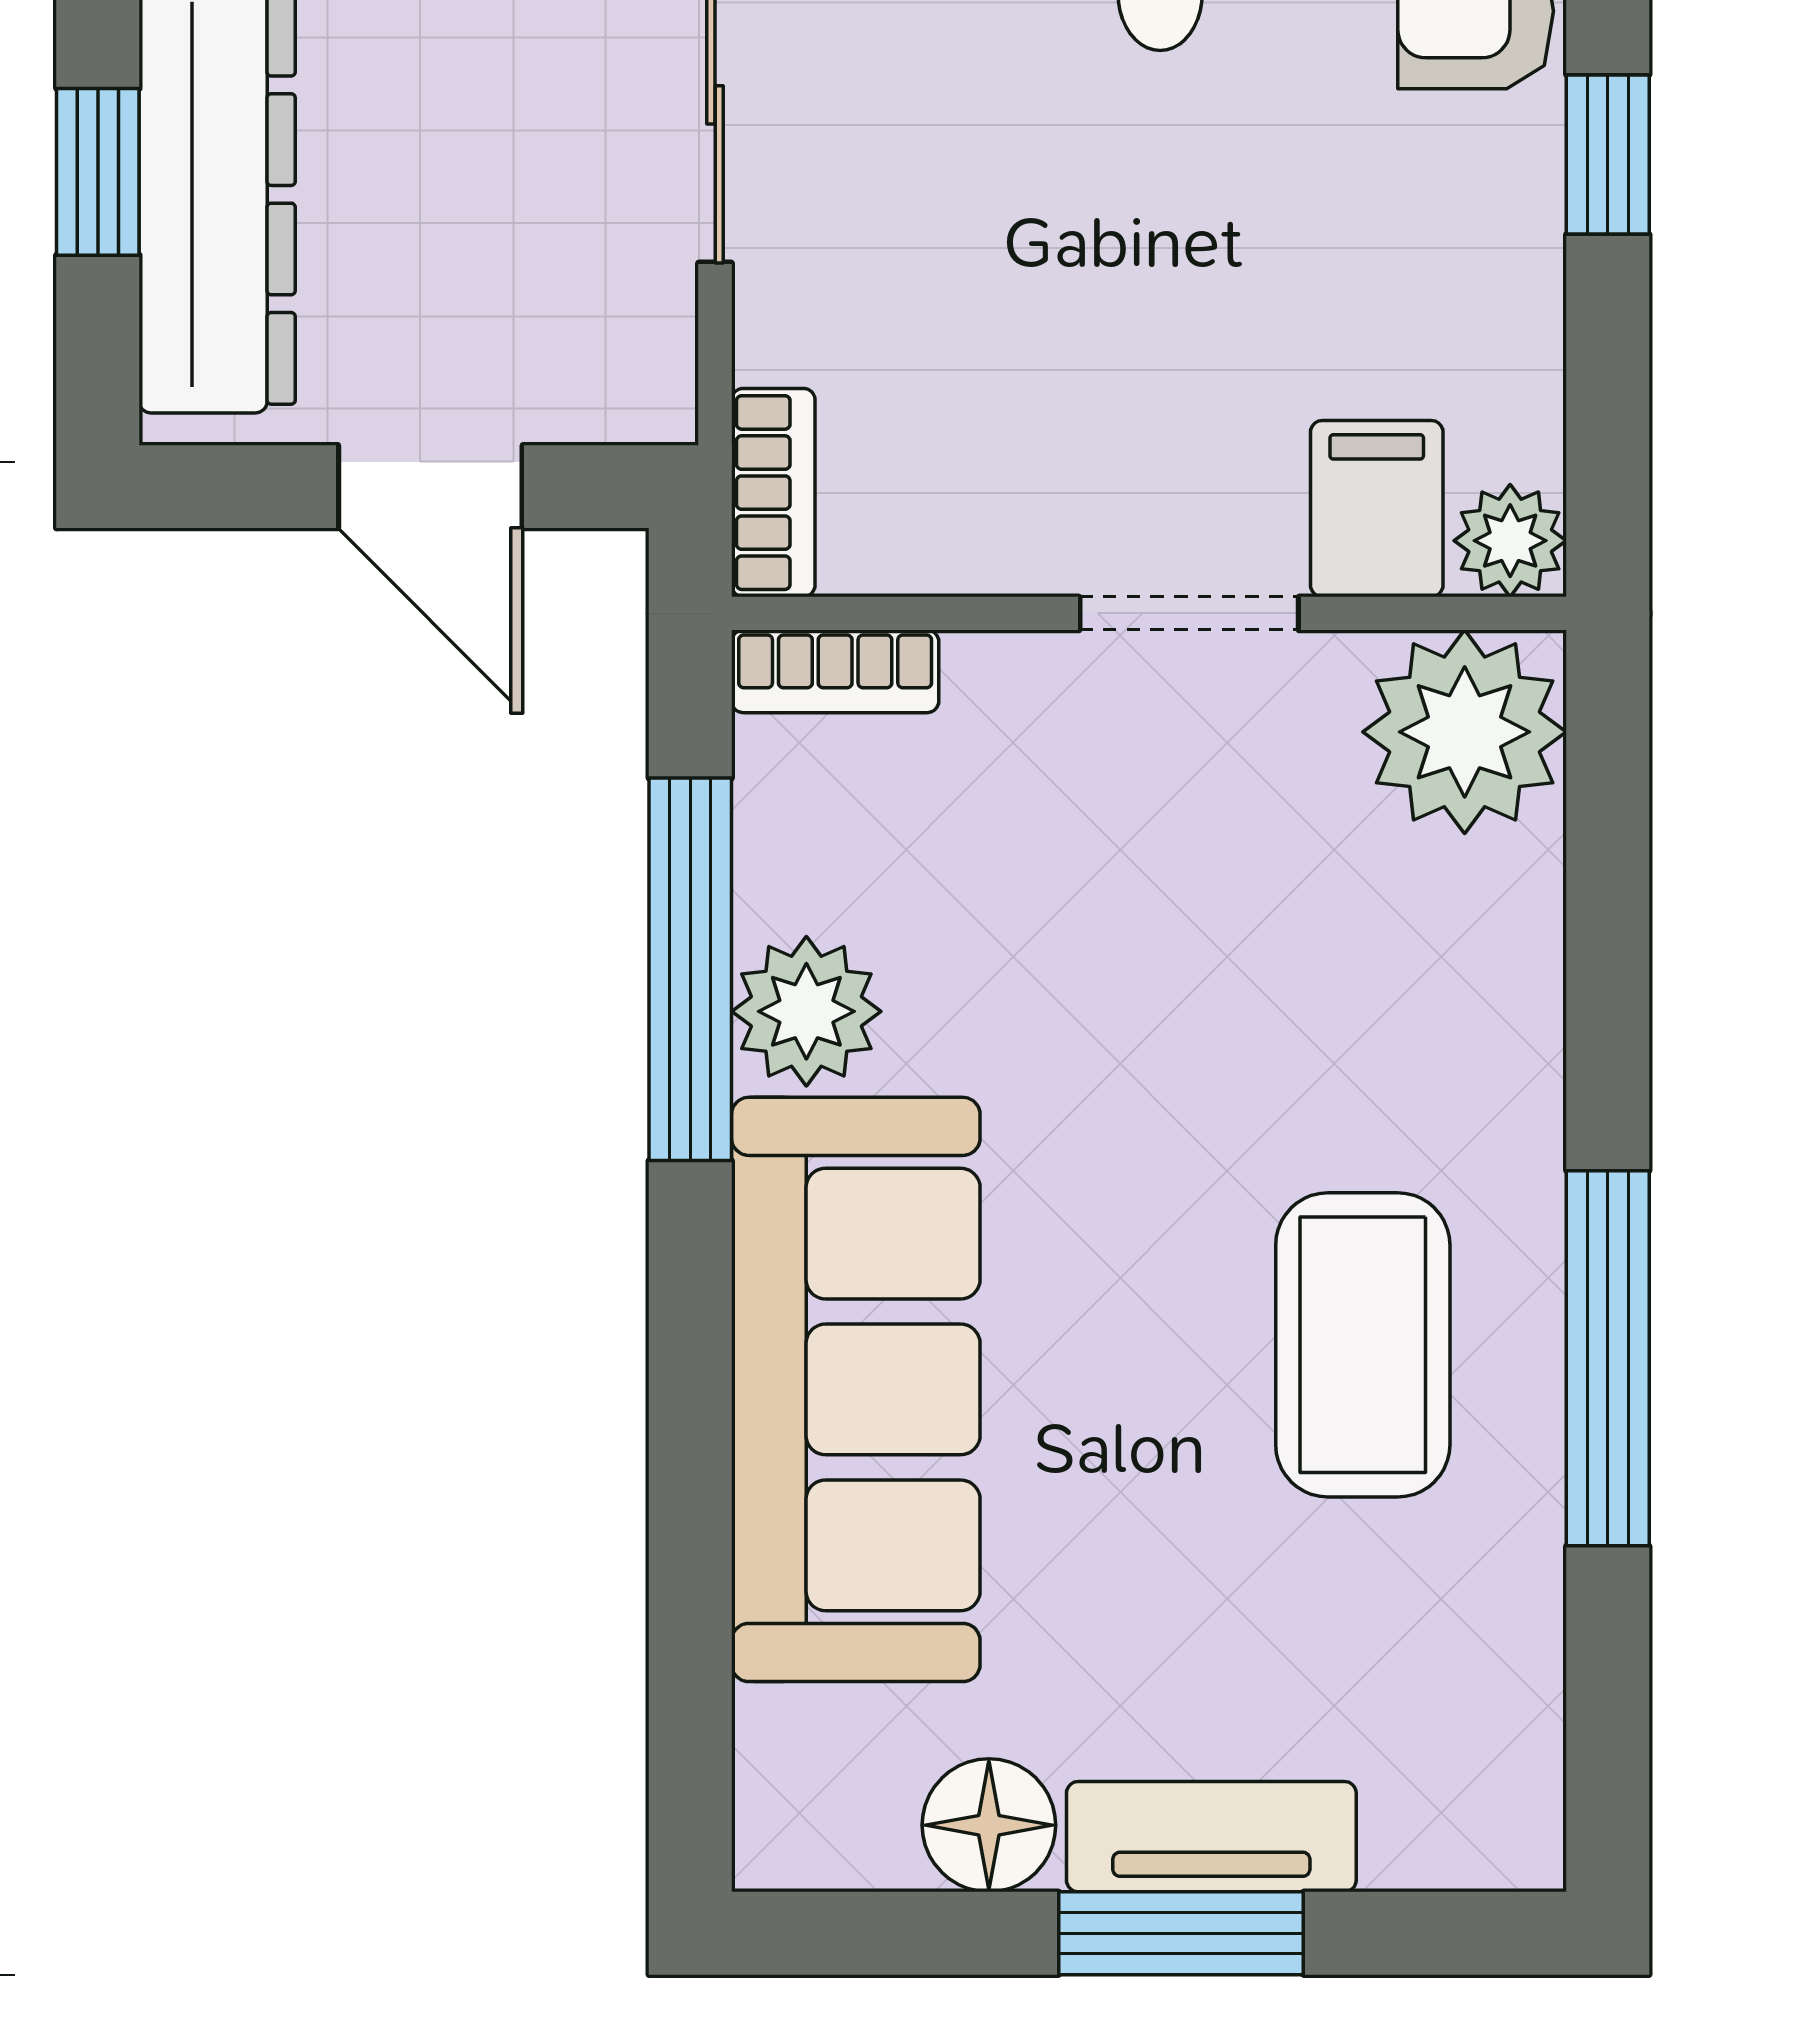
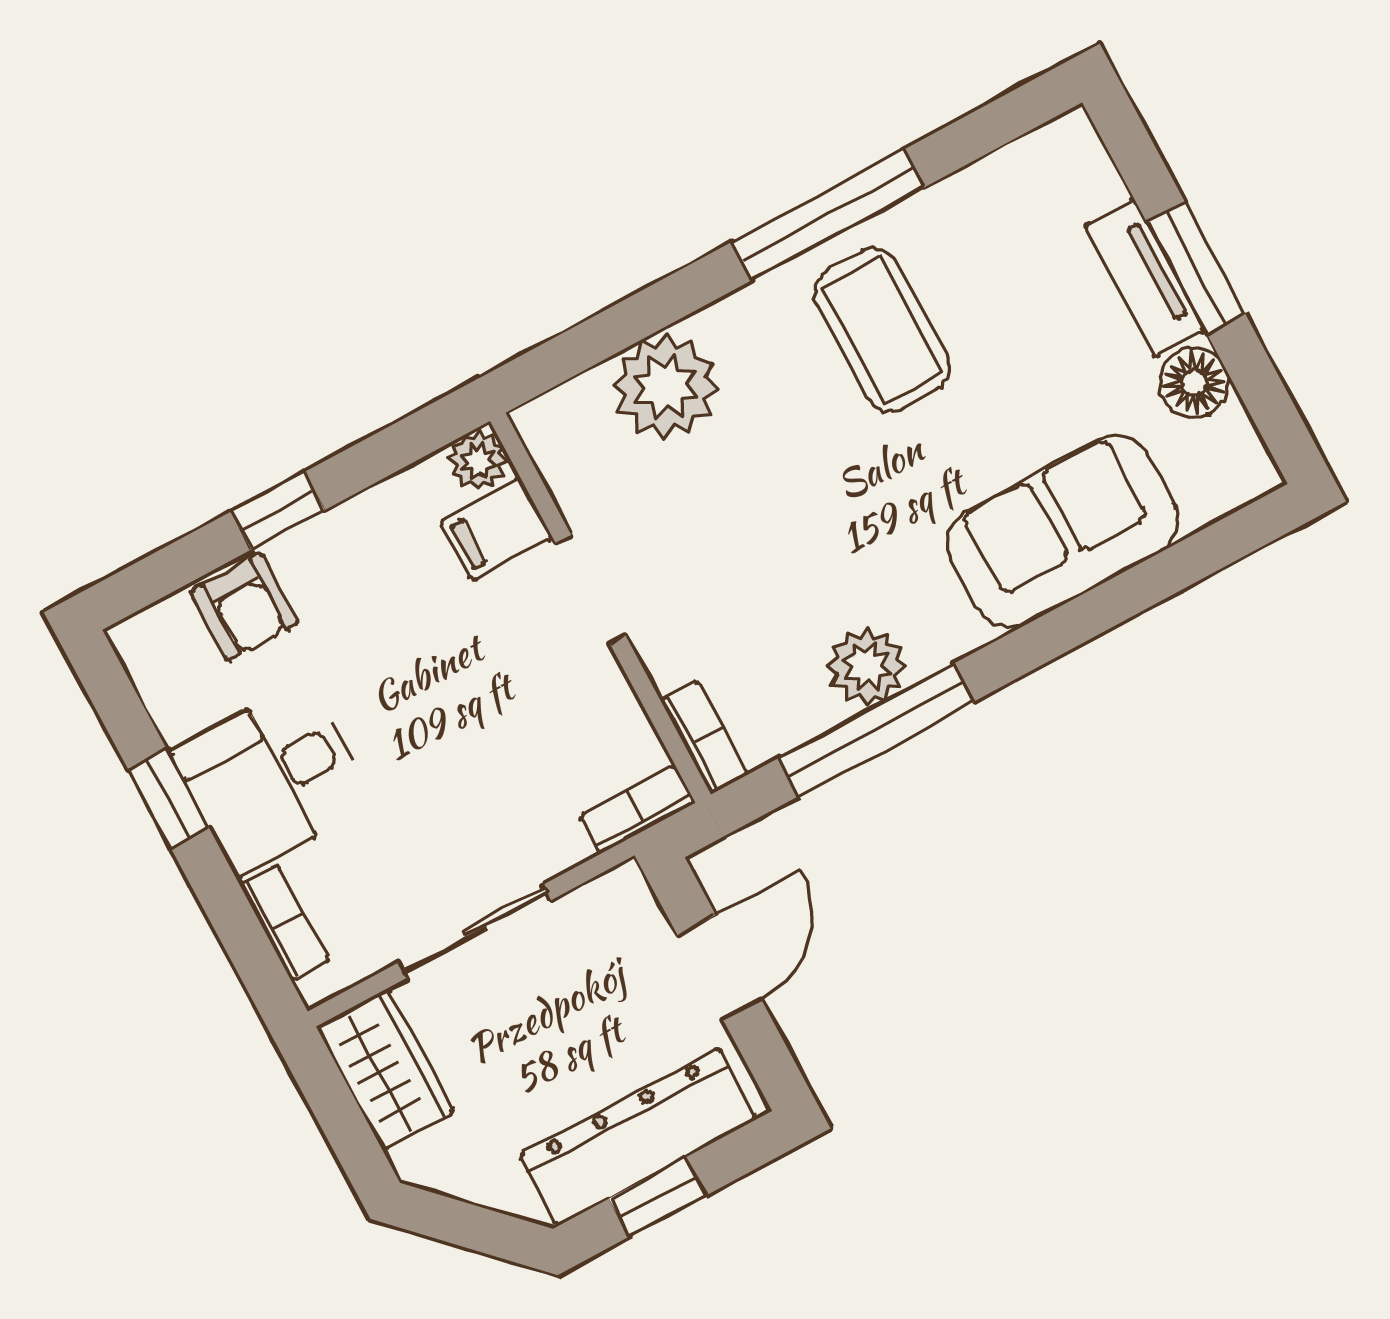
plant: (1465, 732) -> (665, 387), moved
coffee table: (1363, 1345) -> (882, 330), turned 90
sofa: (856, 1389) -> (1063, 532), width x0.73

